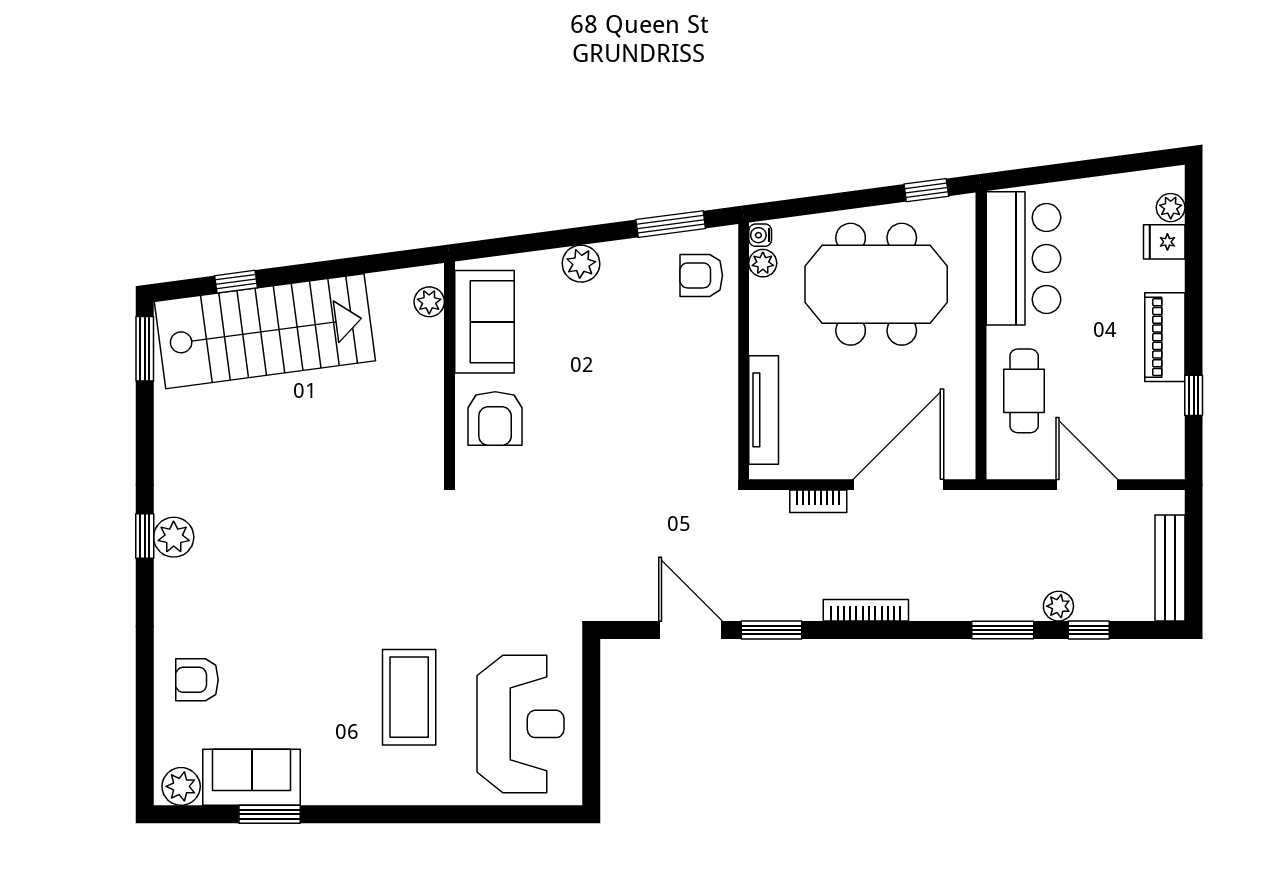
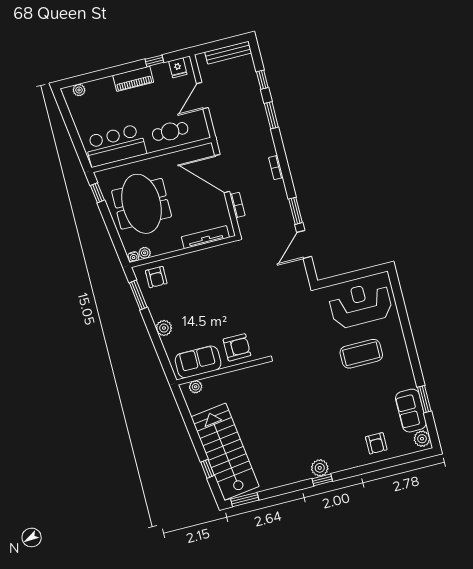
fridge: (1164, 242) -> (178, 68), moved
plant: (1058, 606) -> (256, 95), removed
bookcase: (866, 610) -> (276, 168), width x0.64

